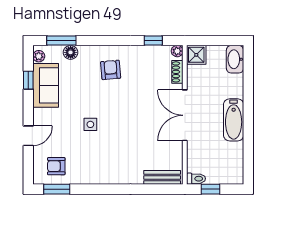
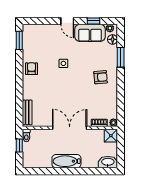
window: (61, 41) -> (121, 57), moved
window: (153, 41) -> (121, 106), removed
floor lamp: (71, 52) -> (113, 39), moved
door: (28, 136) -> (67, 21), moved
armchair: (56, 166) -> (31, 69), moved

